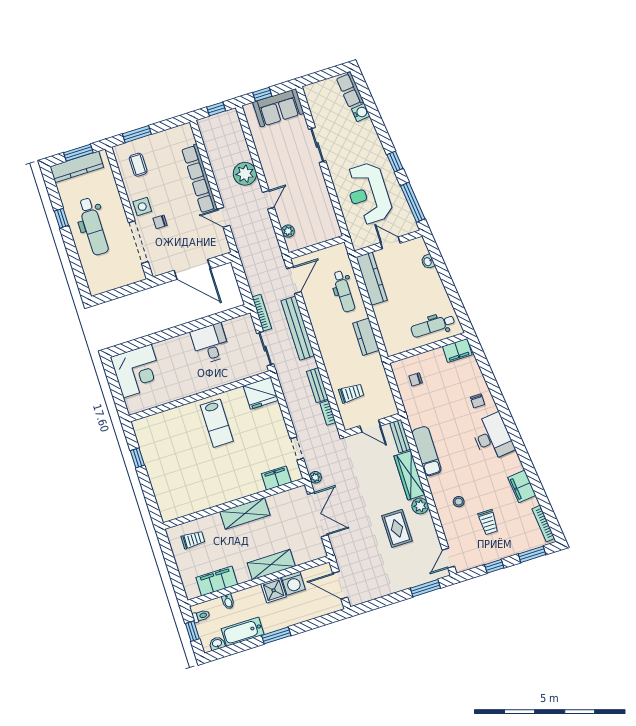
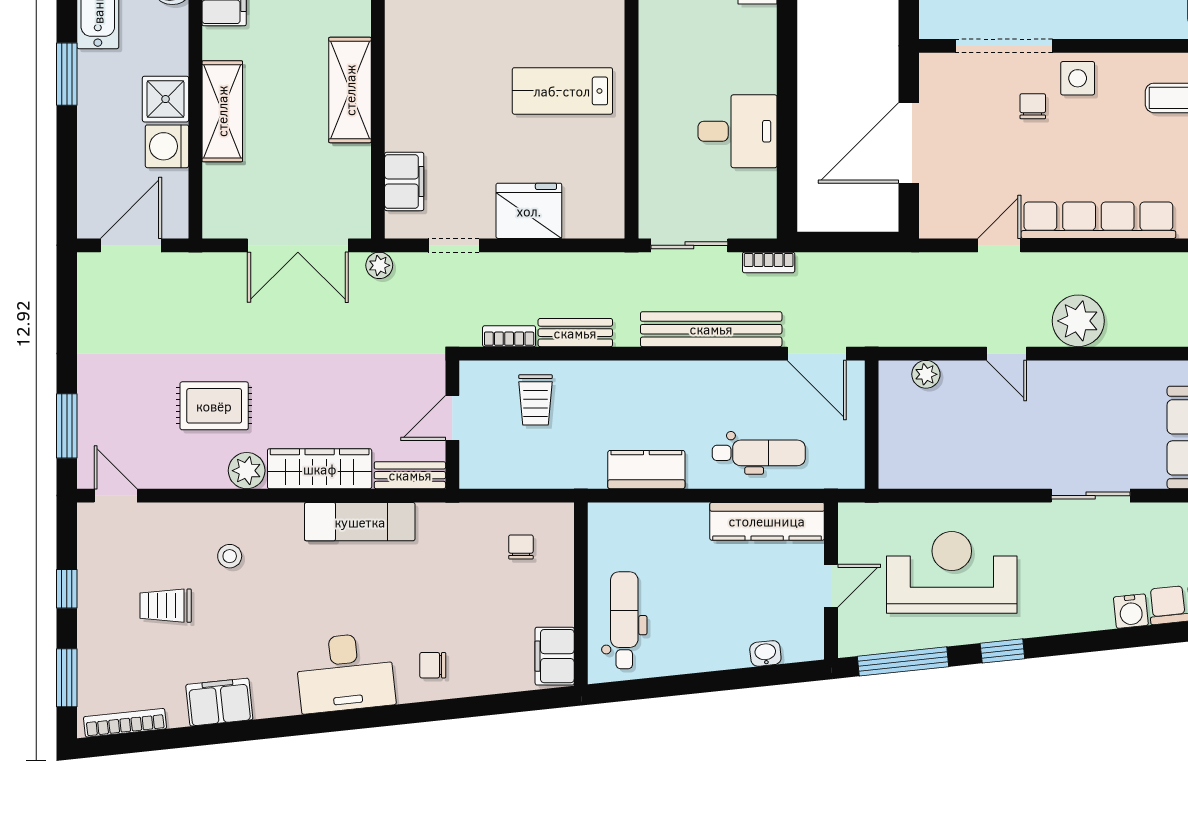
dental chair: (344, 291) -> (759, 453), turned 180
bookcase: (262, 313) -> (769, 262), width x0.64
fridge: (261, 393) -> (529, 211), moved, turned 90

